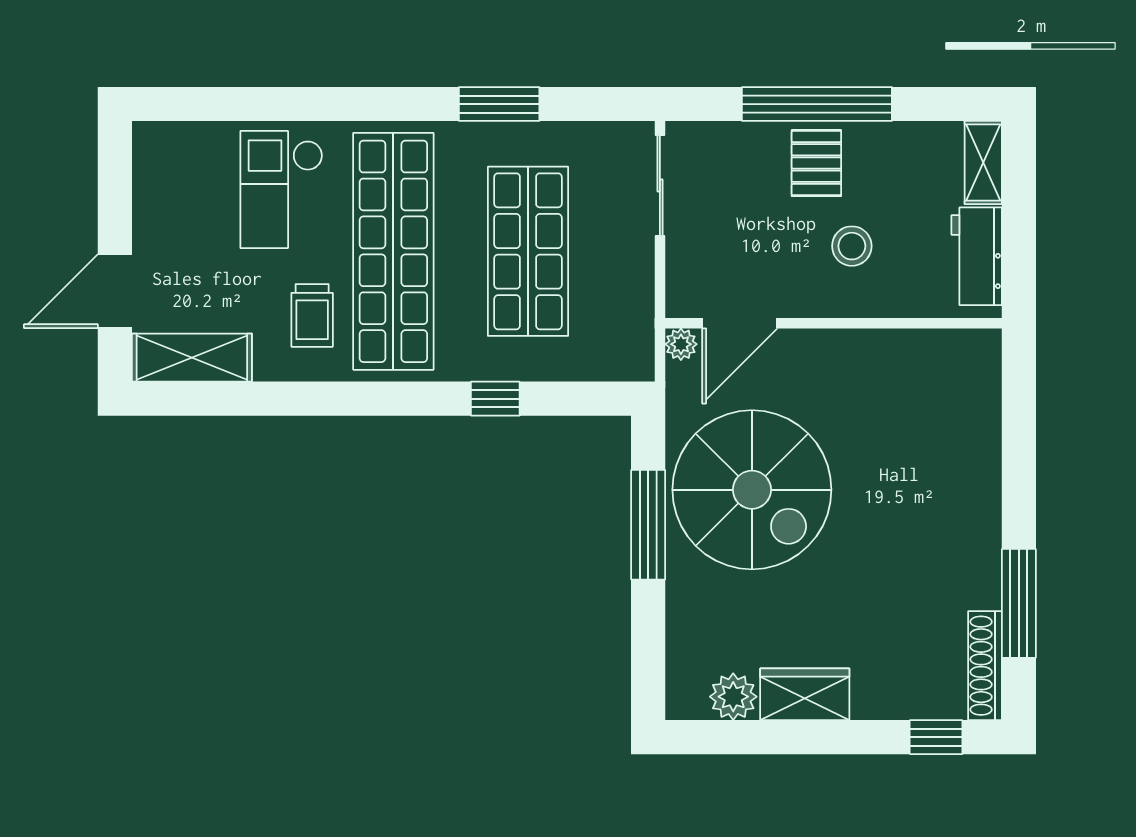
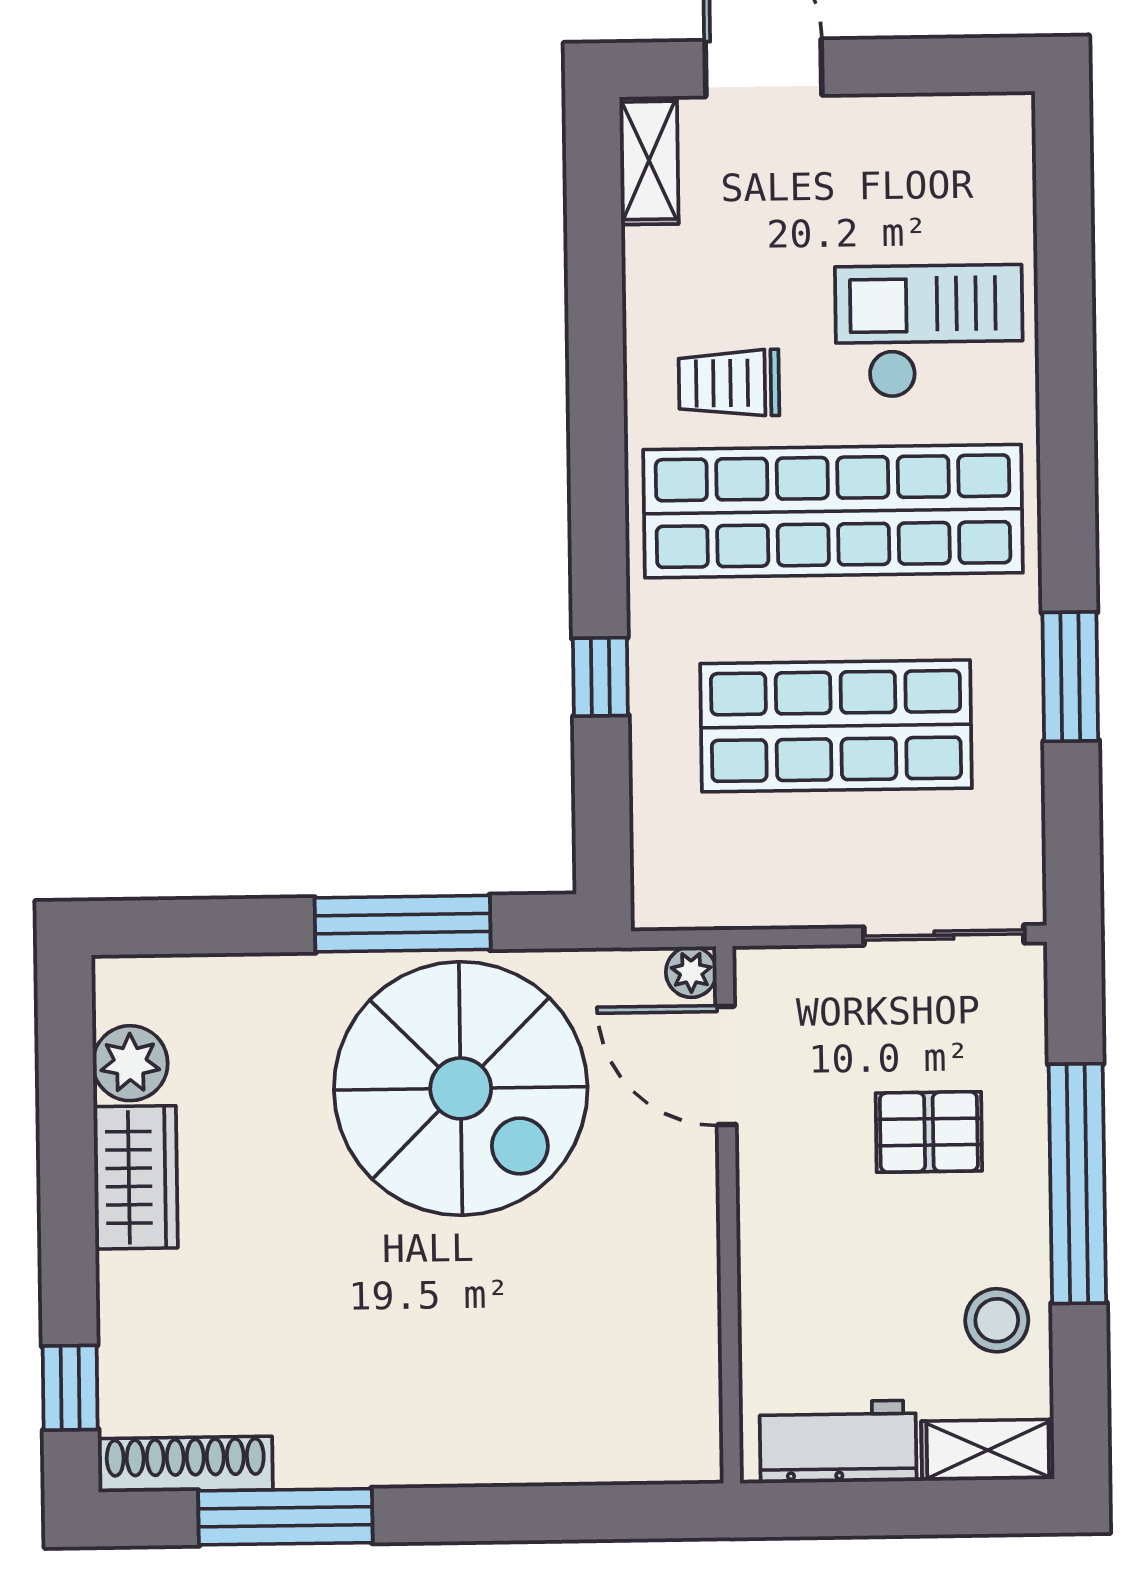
pallet: (816, 163) -> (929, 1132), moved
stool: (852, 246) -> (997, 1320), moved
shelving: (192, 358) -> (649, 160), width x0.67, depth x0.75
spiral stairs: (752, 490) -> (461, 1088), turned -90

